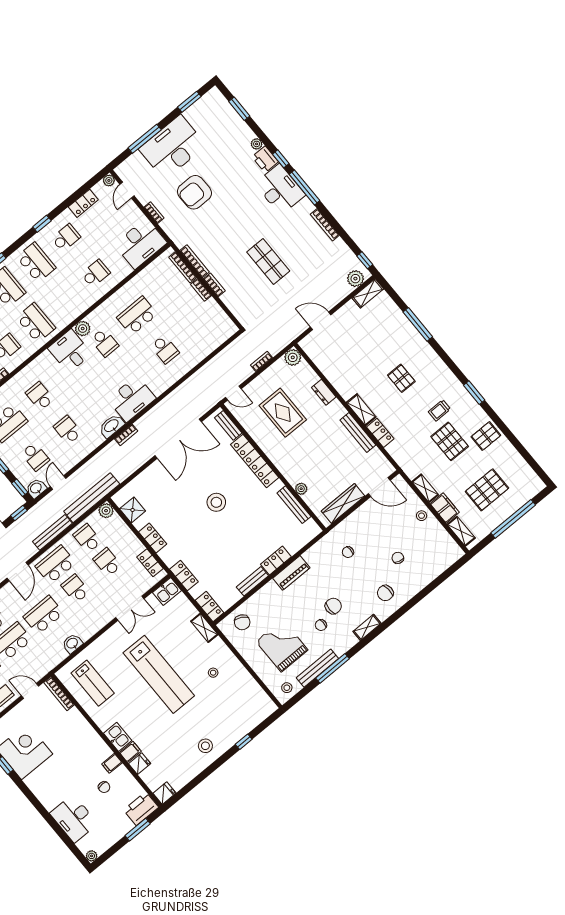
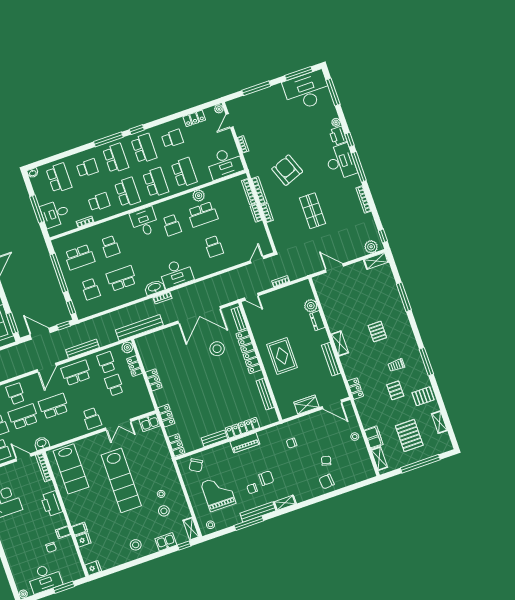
window: (189, 102) -> (299, 74), width x1.44
window: (239, 109) -> (333, 92), width x1.44
desk: (172, 147) -> (307, 91), moved
armchair: (194, 192) -> (287, 170), moved, turned 69
window: (42, 224) -> (137, 130), moved
school desk: (96, 273) -> (184, 173), width x1.85
school desk: (66, 298) -> (156, 182), added
school desk: (137, 316) -> (203, 214), turned 180
plant: (83, 329) -> (199, 196), moved
plant: (293, 357) -> (311, 306), moved
window: (474, 393) -> (426, 362), width x1.44
school desk: (40, 396) -> (110, 246), turned 180
rug: (283, 413) -> (282, 356), moved
school desk: (68, 430) -> (121, 278), width x1.85
locker: (380, 433) -> (355, 389), moved
pallet: (450, 441) -> (395, 390), width x0.67, depth x0.71
door: (58, 482) -> (257, 260), moved
washbasin: (36, 488) -> (83, 312), removed
shelving: (425, 488) -> (439, 422), moved
plant: (301, 489) -> (275, 384), removed
pallet: (487, 490) -> (409, 436), turned 90
bench: (92, 498) -> (139, 328), moved
stool: (216, 502) -> (217, 349), moved
wardrobe: (343, 503) -> (306, 405), width x0.67
shower: (133, 510) -> (147, 354), removed
locker: (276, 561) -> (243, 428), width x1.53
locker: (150, 563) -> (134, 366), moved
school desk: (75, 589) -> (92, 418), moved, turned 180
chair: (385, 593) -> (327, 482), moved
shelving: (204, 628) -> (191, 529), moved
washbasin: (72, 644) -> (42, 443), moved
bench: (317, 668) -> (258, 512), moved
lab bench: (93, 683) -> (71, 469), width x1.36, depth x1.39
stool: (224, 692) -> (164, 511), added
kitchen sink: (118, 737) -> (166, 542), moved, turned -90
window: (244, 742) -> (184, 546), moved
printer: (141, 809) -> (51, 504), moved, turned -90
desk: (74, 819) -> (45, 578), moved, turned -90

